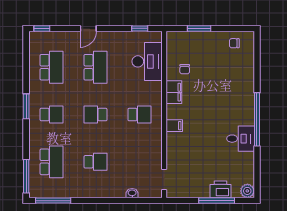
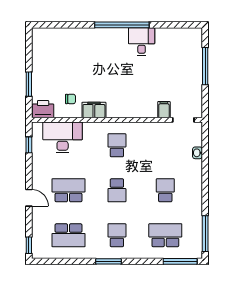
chair: (234, 43) -> (44, 48), removed
school desk: (52, 67) -> (68, 235), turned 180
filing cabinet: (174, 126) -> (164, 110), moved
printer: (221, 189) -> (43, 109), moved, turned 90
plant: (247, 191) -> (195, 35), removed

